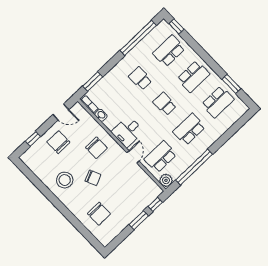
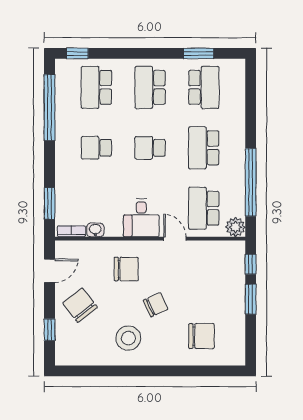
school desk: (193, 76) -> (150, 87), turned 180
chair: (58, 142) -> (80, 305), turned 52

